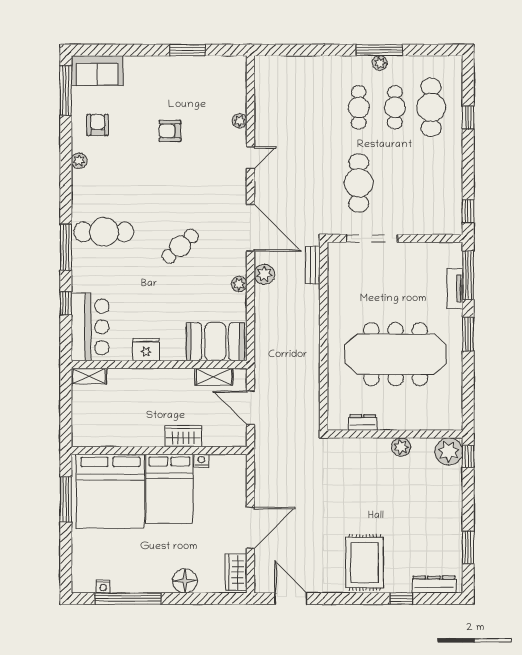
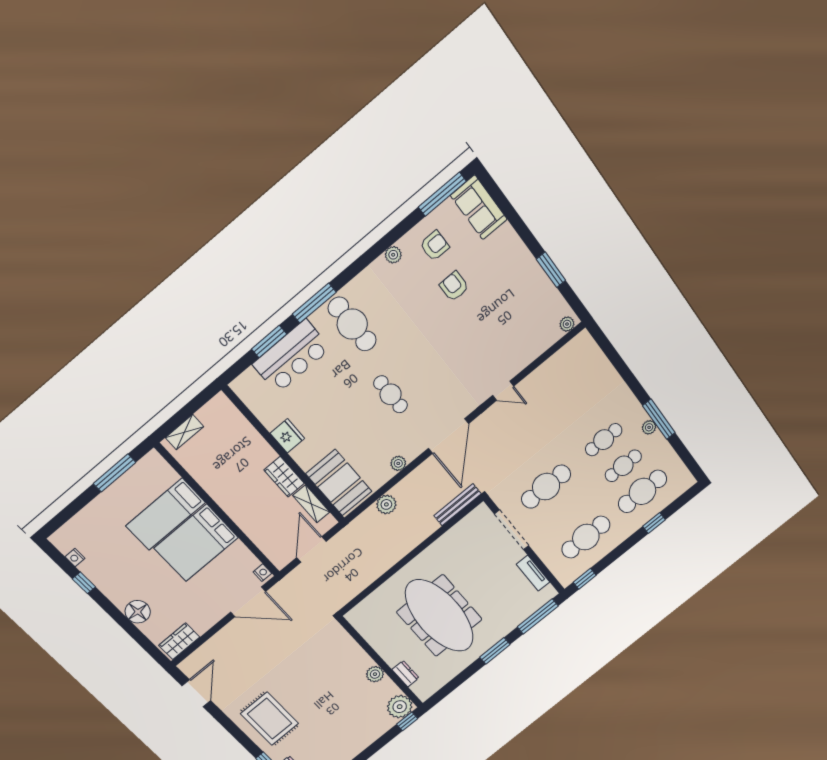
plant: (240, 121) -> (567, 324), moved
armchair: (170, 131) -> (454, 286), moved
cafe table: (431, 183) -> (586, 537), added
cafe table: (180, 246) -> (391, 394), turned 42
bench: (313, 265) -> (457, 505), width x1.36
plant: (264, 274) -> (386, 504), moved
tv unit: (455, 289) -> (533, 573), moved, turned -90
window: (66, 303) -> (269, 342), width x1.50
bar counter: (90, 327) -> (292, 356), moved
shelving: (89, 376) -> (184, 432), moved, turned 90
dresser: (363, 423) -> (406, 674), moved
wardrobe: (184, 436) -> (284, 477), moved, turned 180
nightstand: (201, 461) -> (262, 573), moved
bed: (110, 491) -> (165, 514), width x0.49
door: (250, 528) -> (248, 602), moved
rug: (365, 563) -> (270, 719), turned 90
window: (128, 599) -> (84, 583), width x0.32

